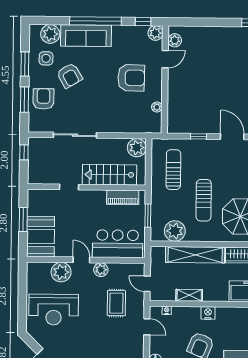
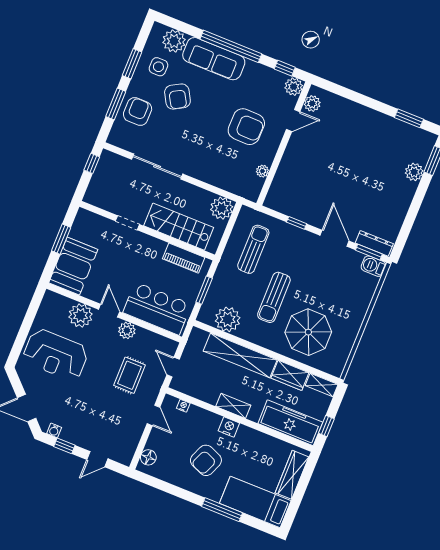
shelving: (189, 295) -> (233, 406), moved

